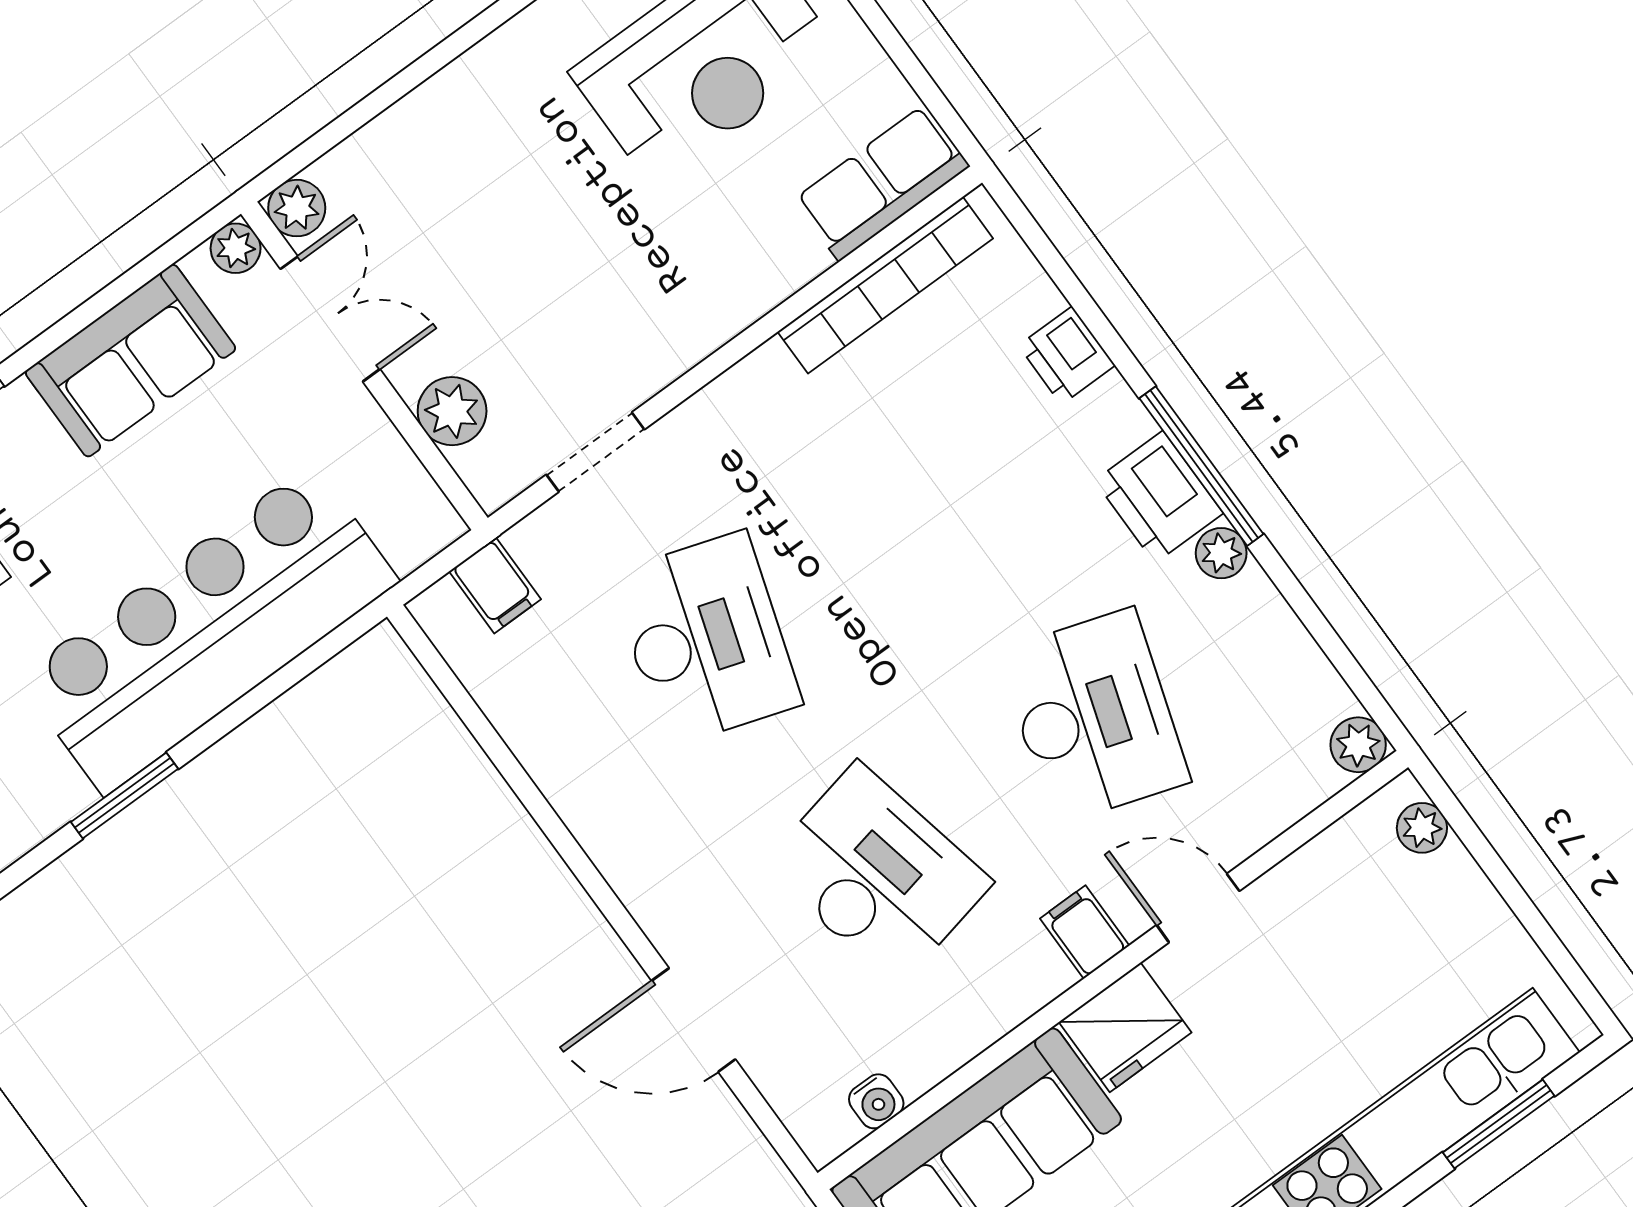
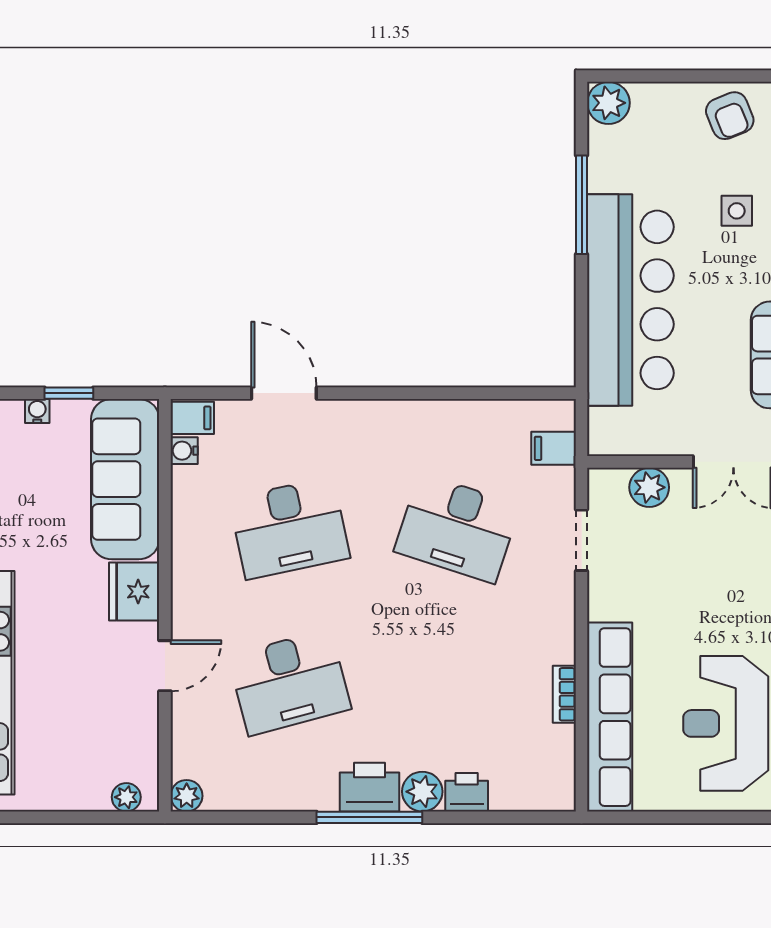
row of seats: (882, 183) -> (610, 717), width x2.02
bookcase: (885, 285) -> (564, 694), width x0.43, depth x0.76
plant: (1221, 553) -> (422, 792), moved, width x1.38, depth x1.38
desk: (1094, 716) -> (289, 682), turned -33
window: (125, 795) -> (582, 205), width x1.44
filing cabinet: (1085, 932) -> (192, 418), moved
door: (694, 1020) -> (284, 393), hinge flipped

